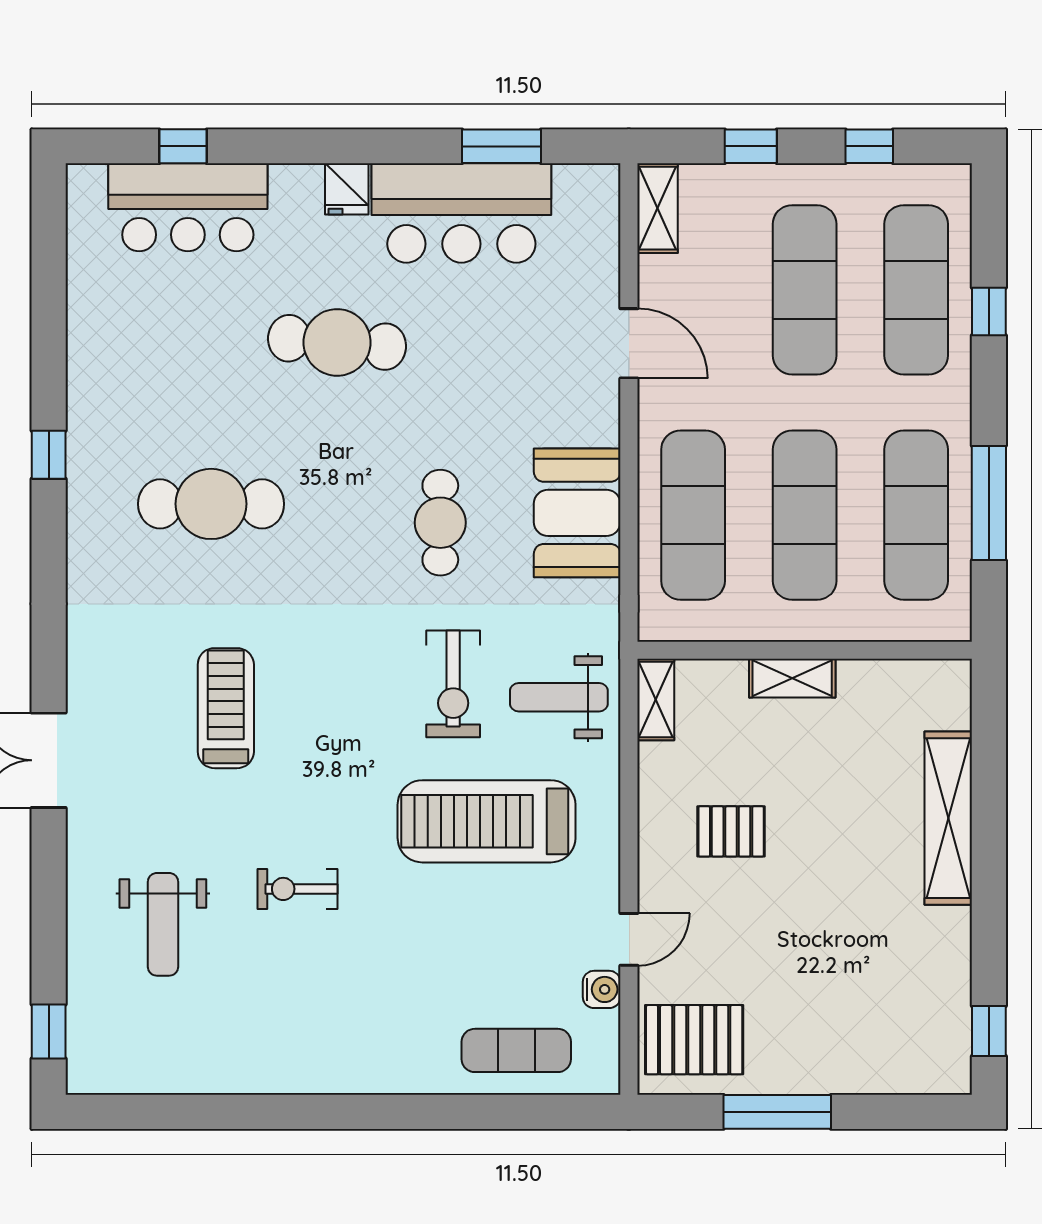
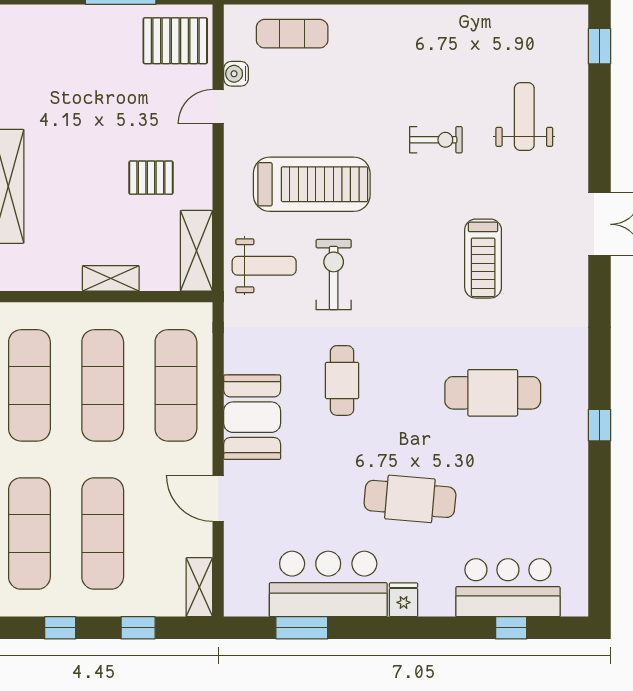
booth: (577, 513) -> (252, 417), moved
shelving: (656, 700) -> (196, 251), width x1.50, depth x1.33

